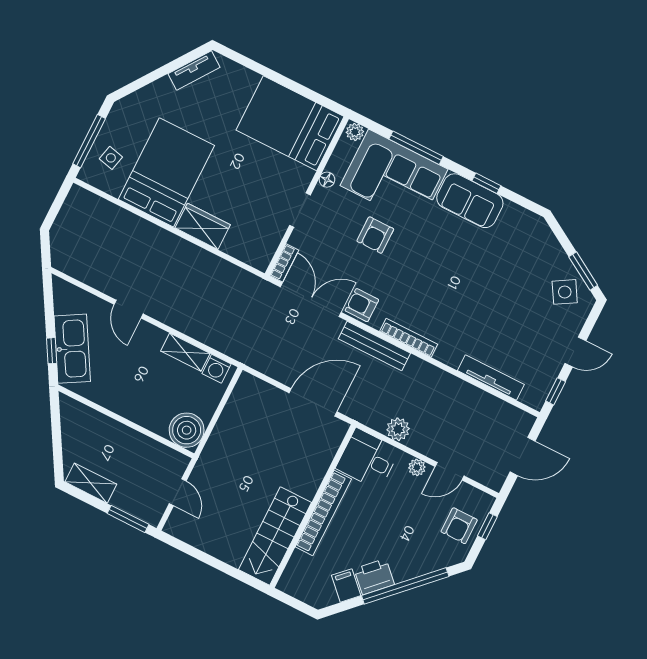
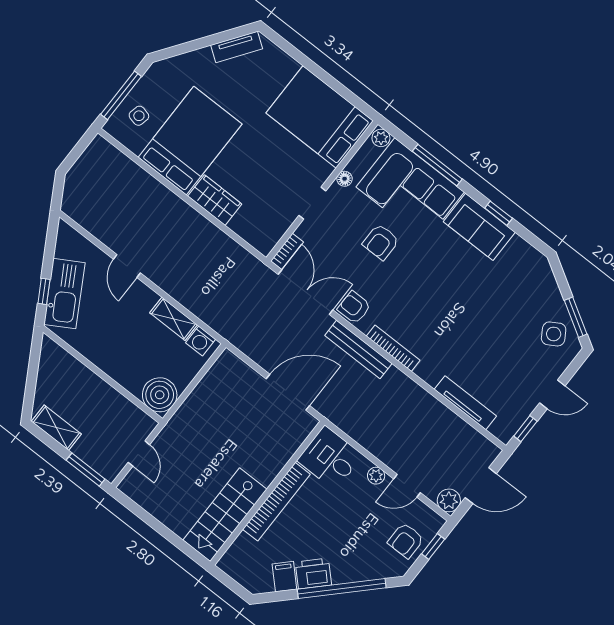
plant: (398, 429) -> (449, 500), moved

